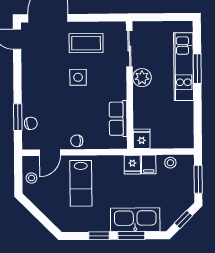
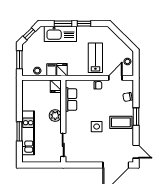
coffee table: (86, 43) -> (121, 122), moved
plant: (142, 78) -> (55, 115), moved
window: (18, 117) -> (136, 117), moved

